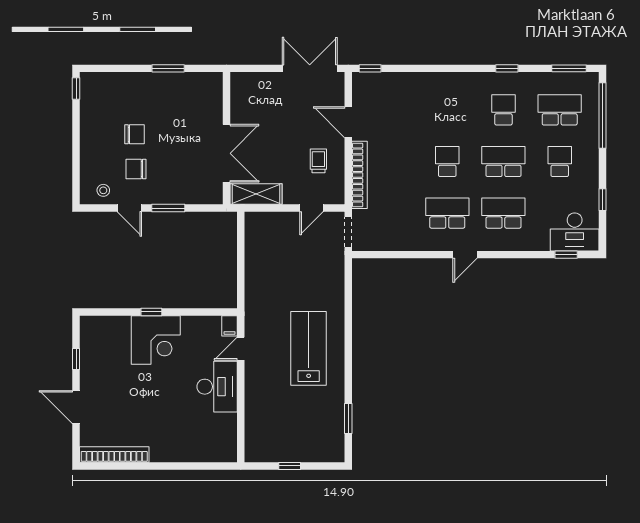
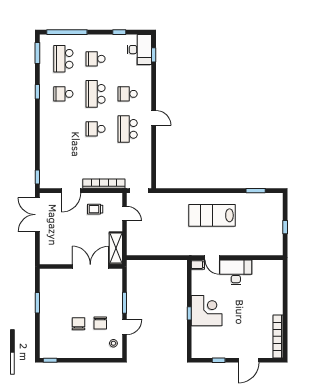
school desk: (503, 213) -> (128, 94), width x0.54

